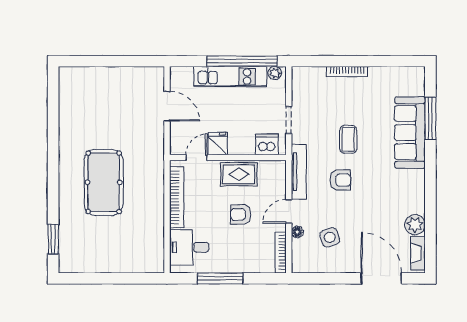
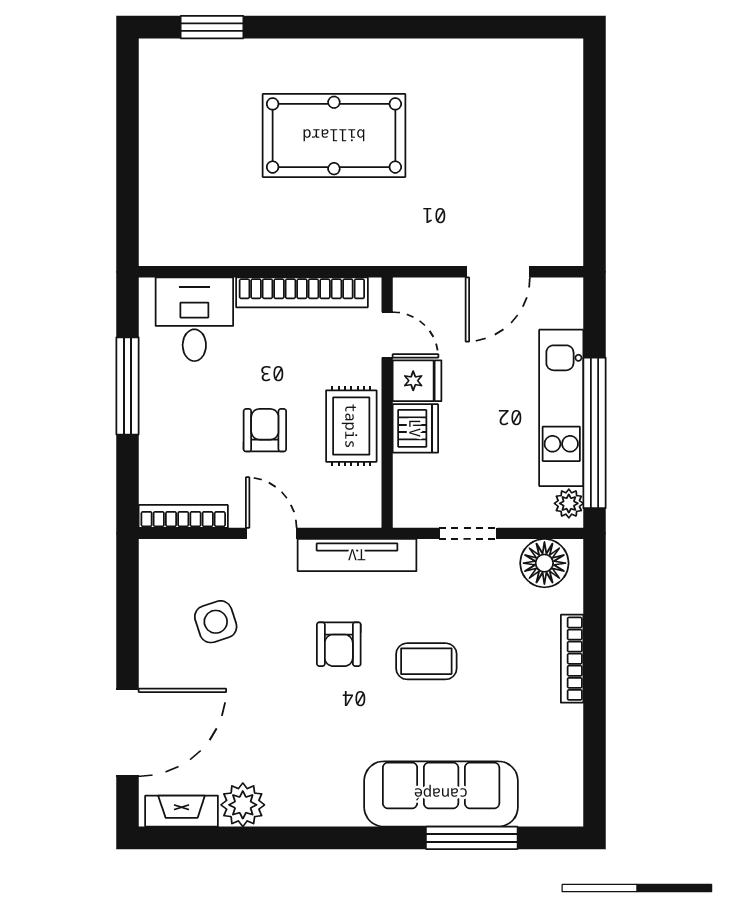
dishwasher: (267, 144) -> (415, 428), moved
floor lamp: (297, 232) -> (544, 563), moved, width x1.89, depth x1.89

